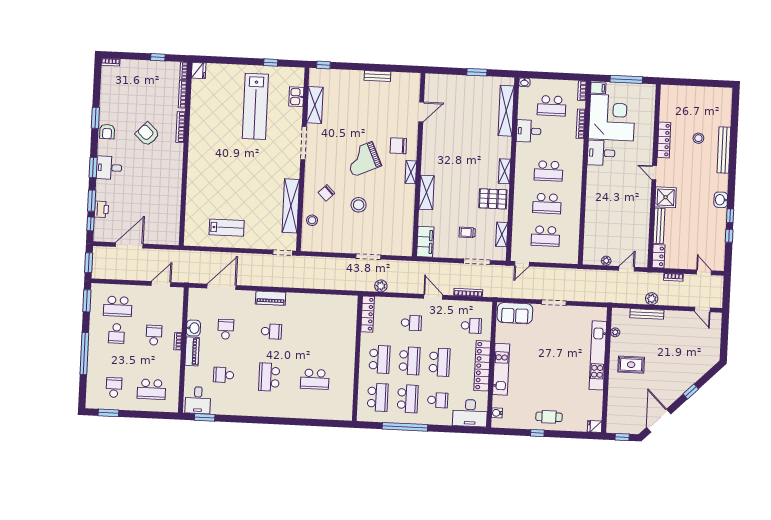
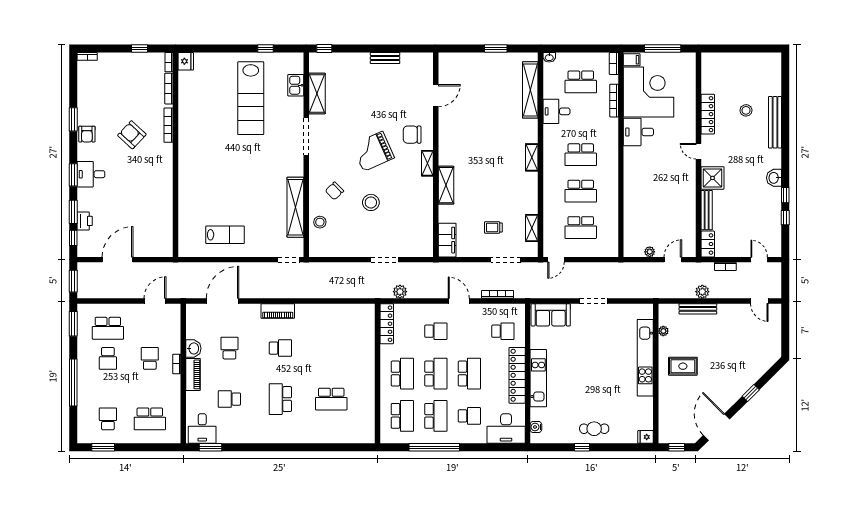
pallet: (493, 199) -> (520, 189), removed

